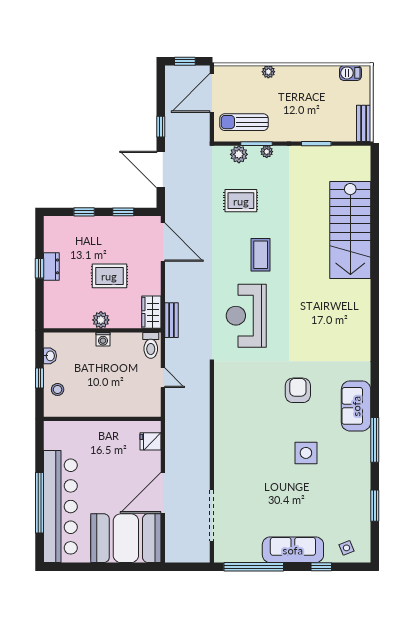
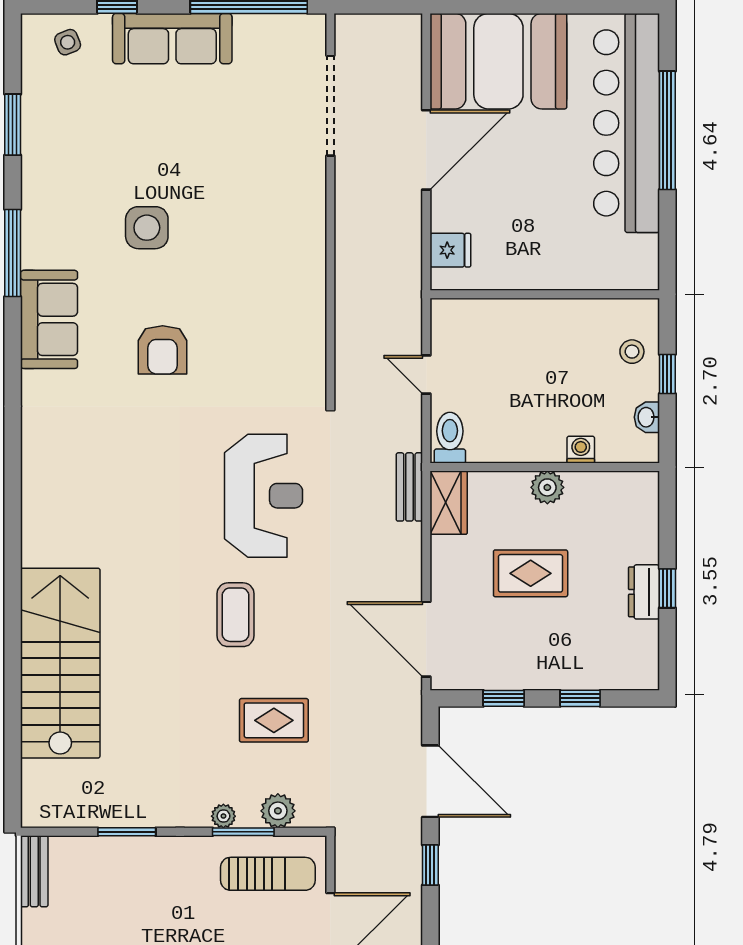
washing machine: (103, 339) -> (581, 450), moved

